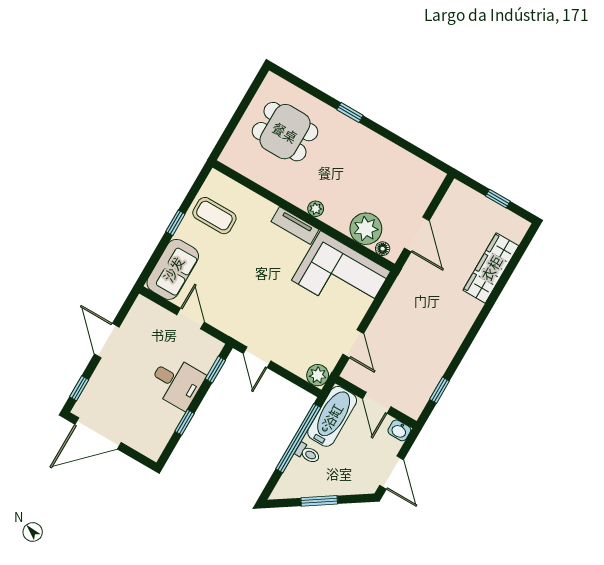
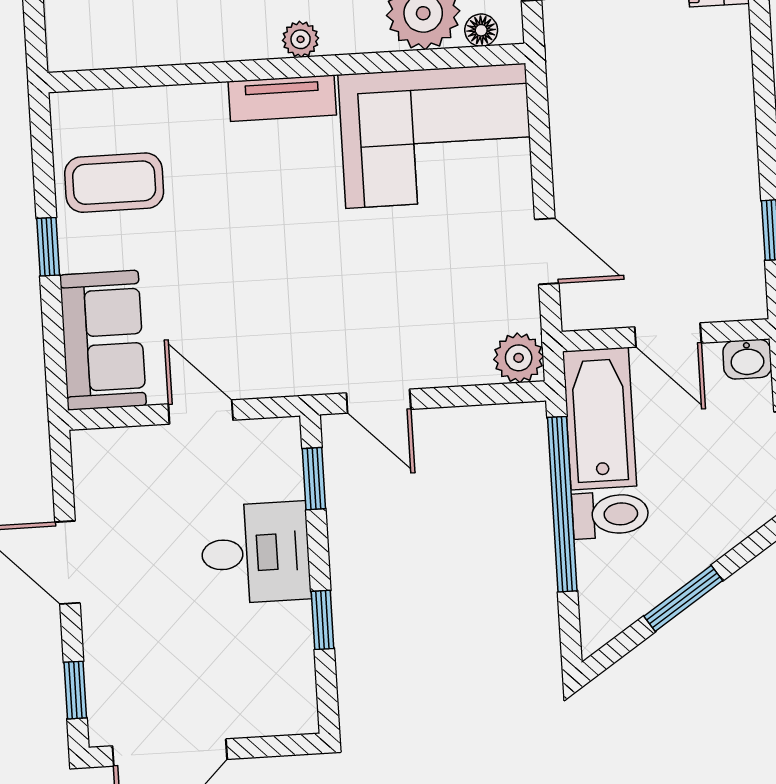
toilet: (308, 453) -> (610, 515), width x1.37, depth x1.39

